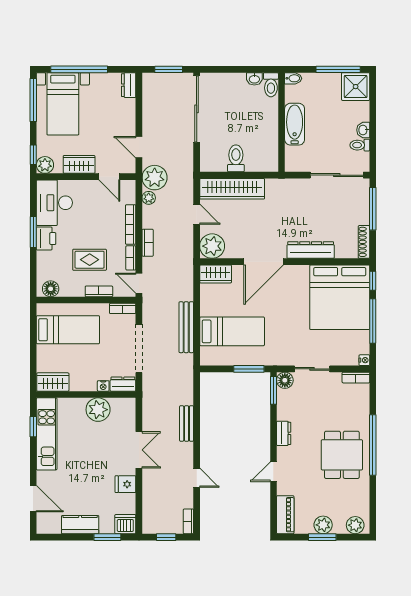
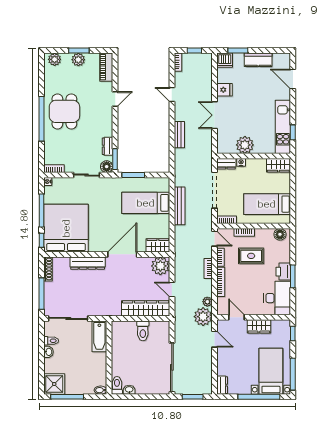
bathtub: (295, 124) -> (99, 336), moved
plant: (45, 165) -> (284, 326), removed
dresser: (284, 433) -> (108, 146), moved

